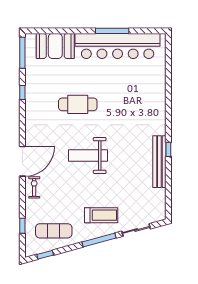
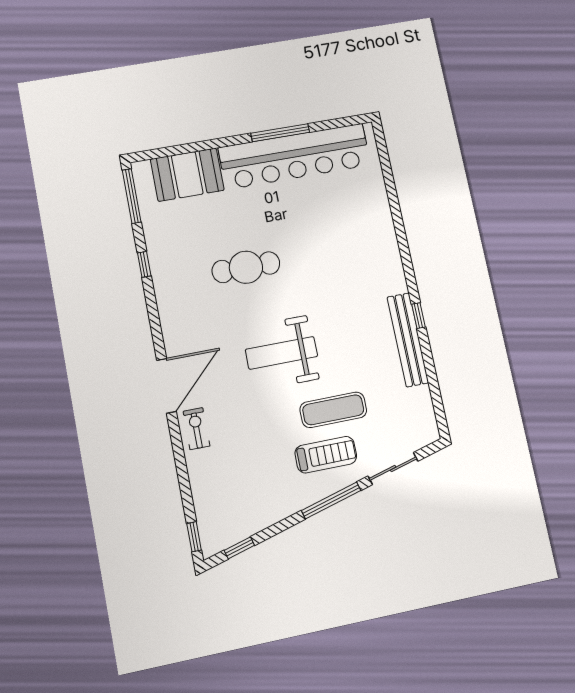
window: (22, 226) -> (194, 537), moved
exercise mat: (54, 231) -> (333, 410), moved

